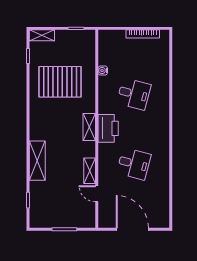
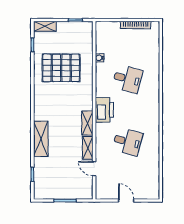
shelving: (89, 127) -> (87, 123), moved
door: (132, 229) -> (126, 201), width x0.53

